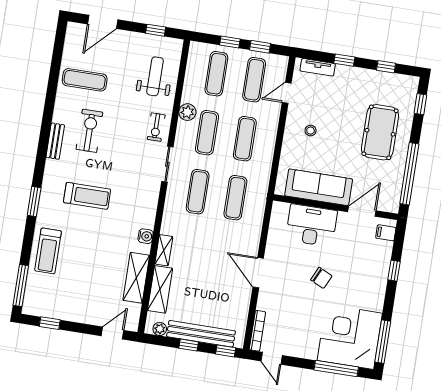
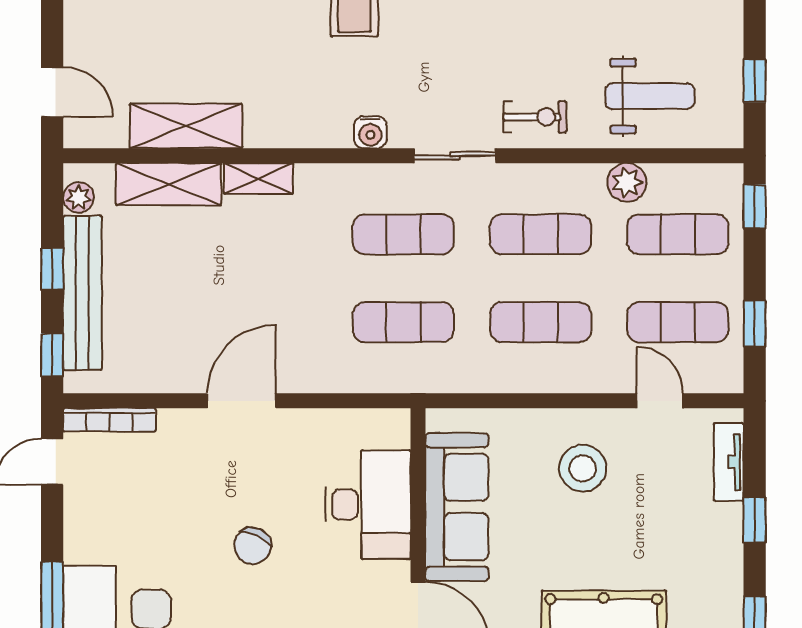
window: (230, 42) -> (755, 207), moved
plant: (187, 112) -> (627, 182), moved
exercise bike: (156, 127) -> (535, 117), turned 180
stool: (310, 131) -> (583, 468), width x1.89, depth x1.89
water cooler: (146, 236) -> (370, 132), moved

